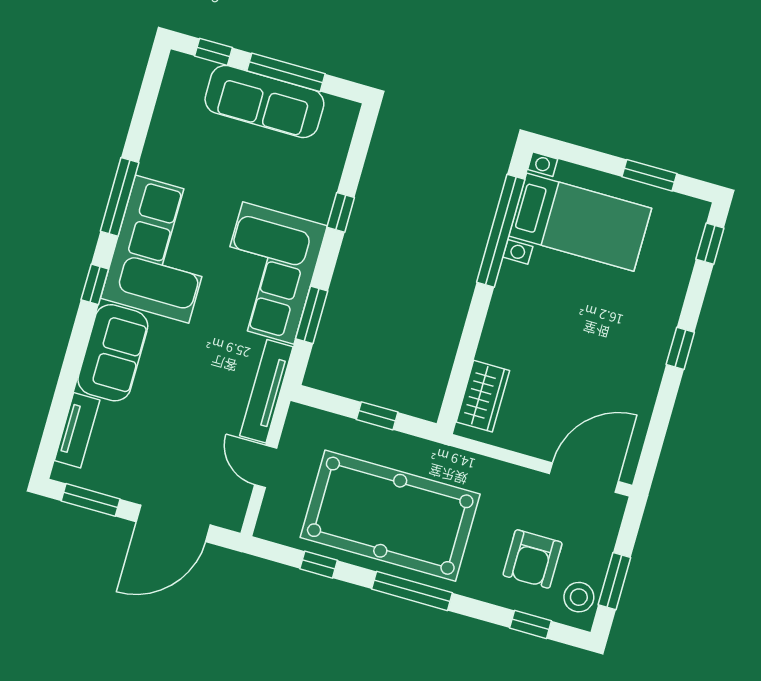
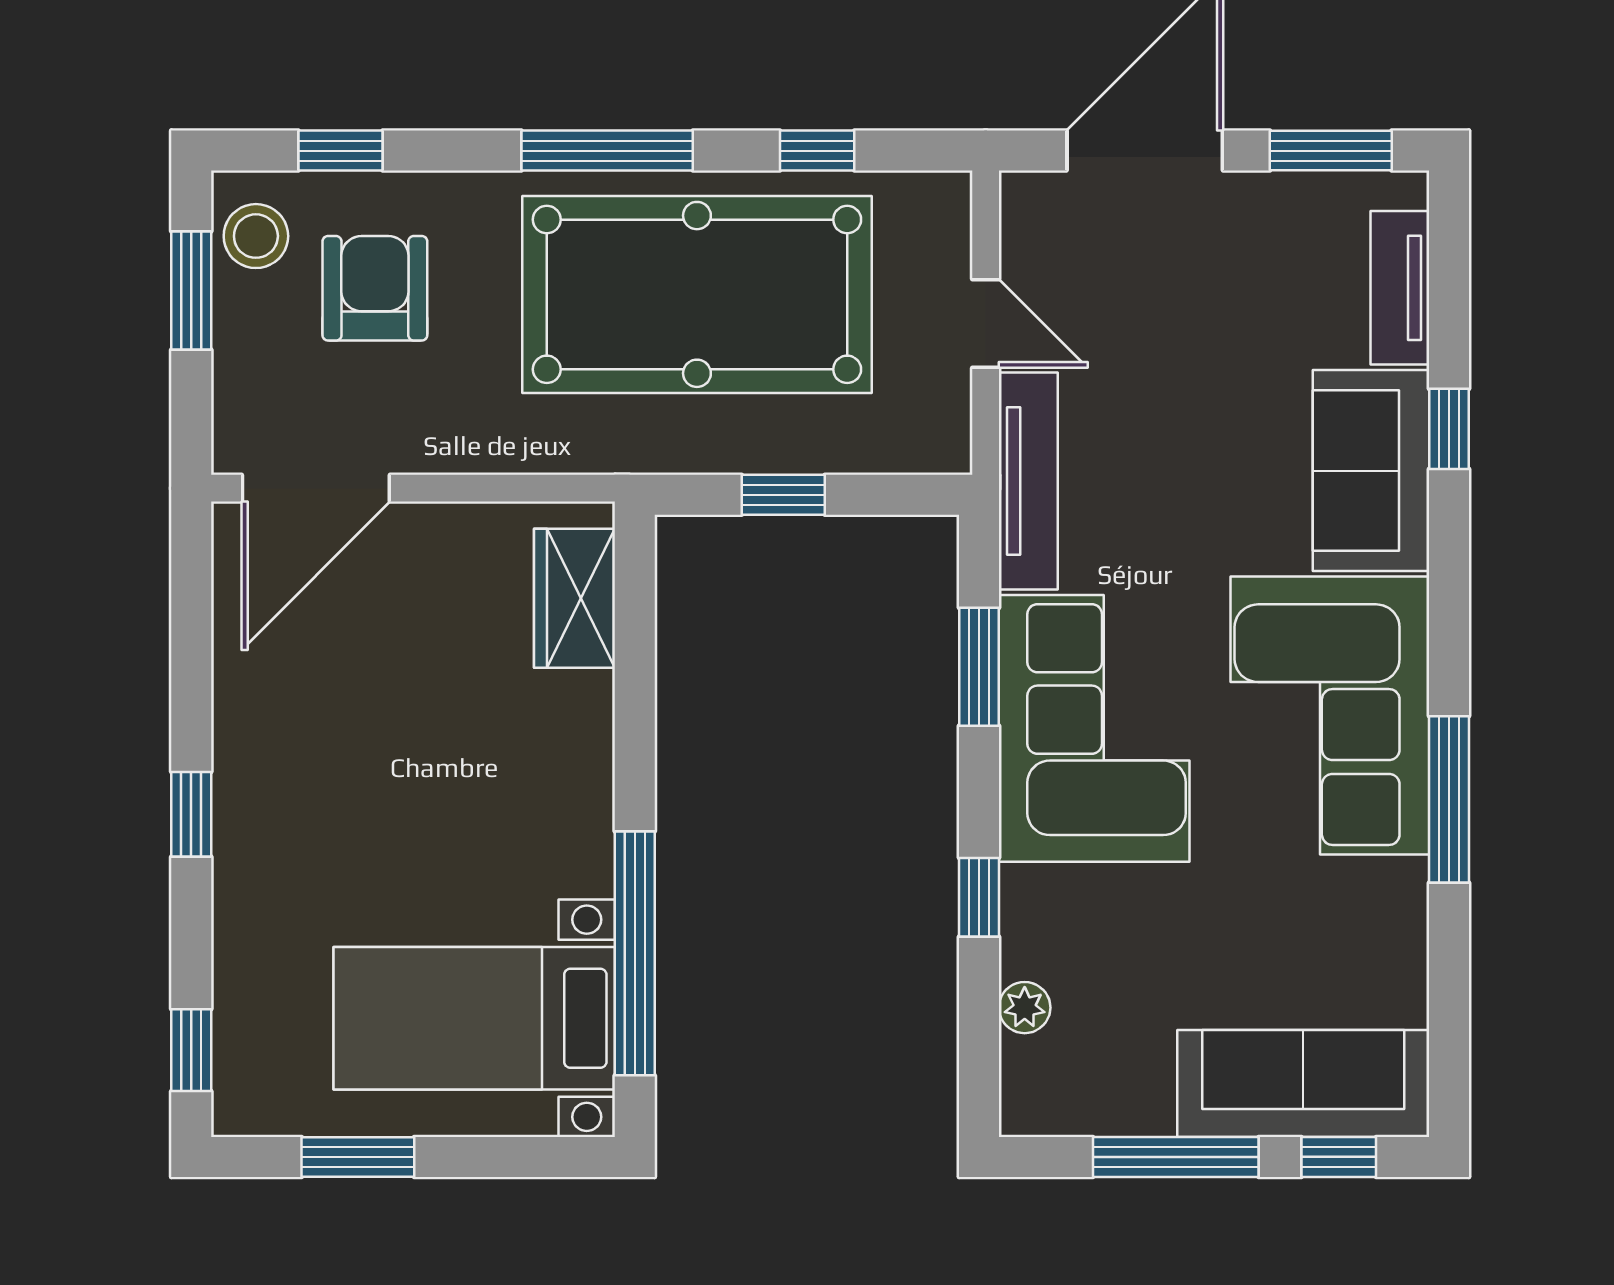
sofa: (264, 101) -> (1303, 1084), moved
plant: (334, 158) -> (1025, 1008), added
window: (95, 284) -> (1449, 429), moved

